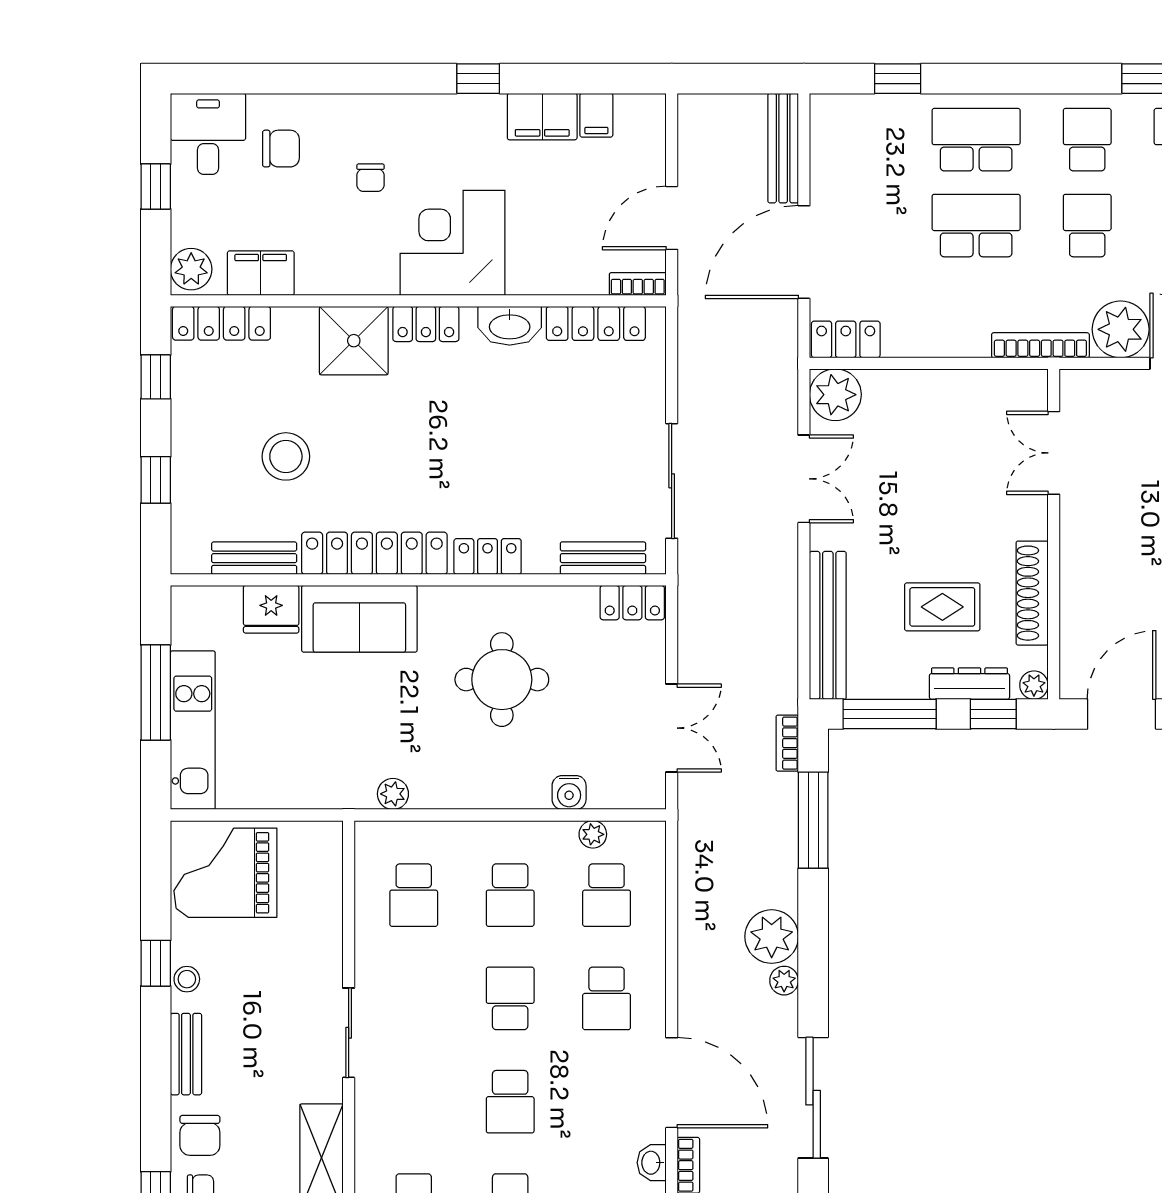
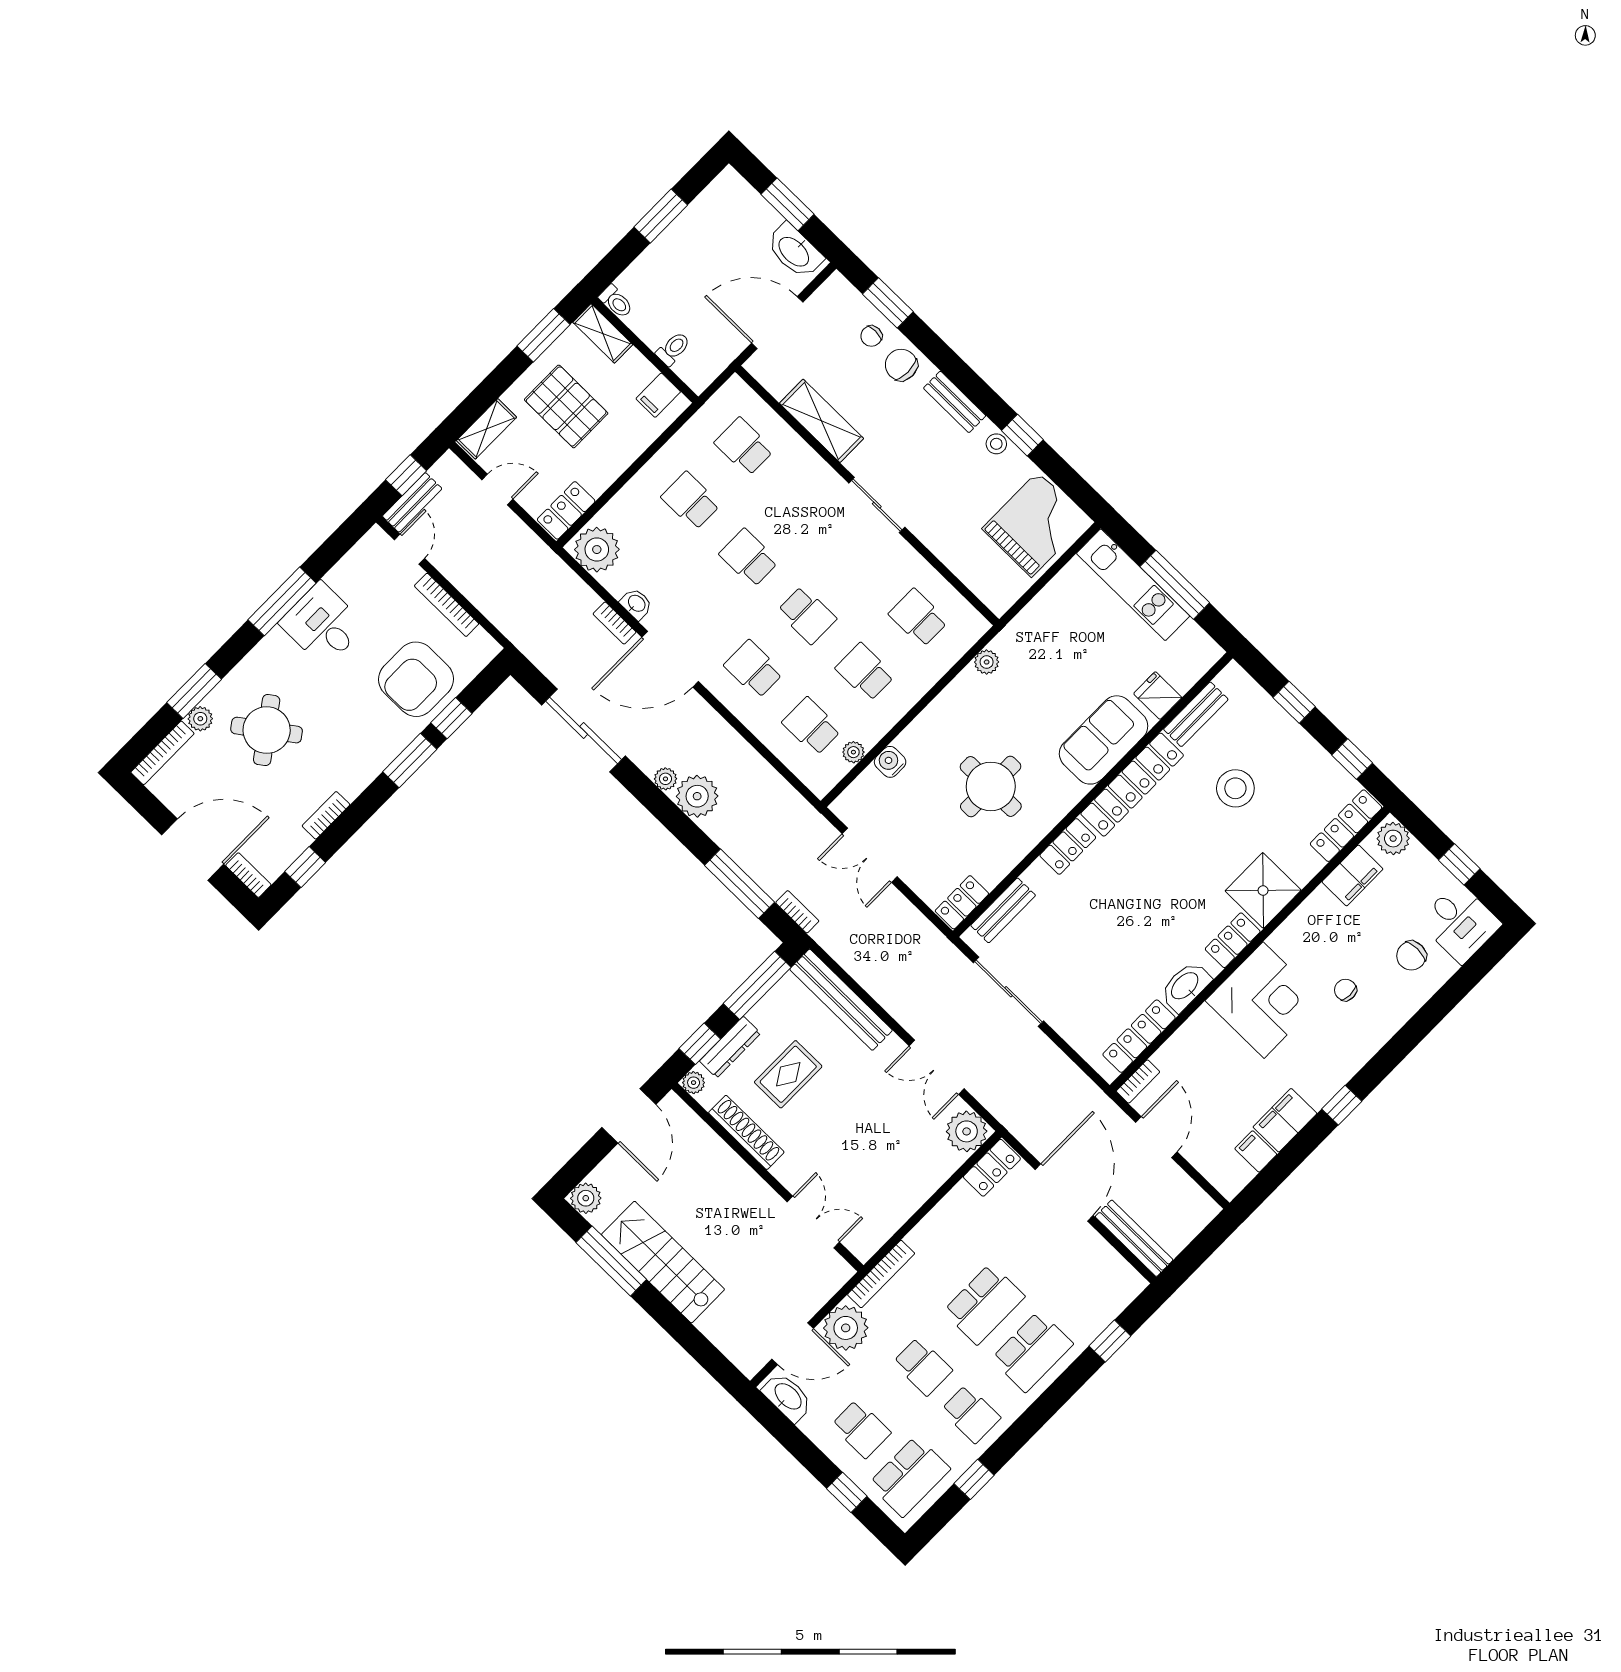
fridge: (271, 609) -> (1158, 696), width x0.72

